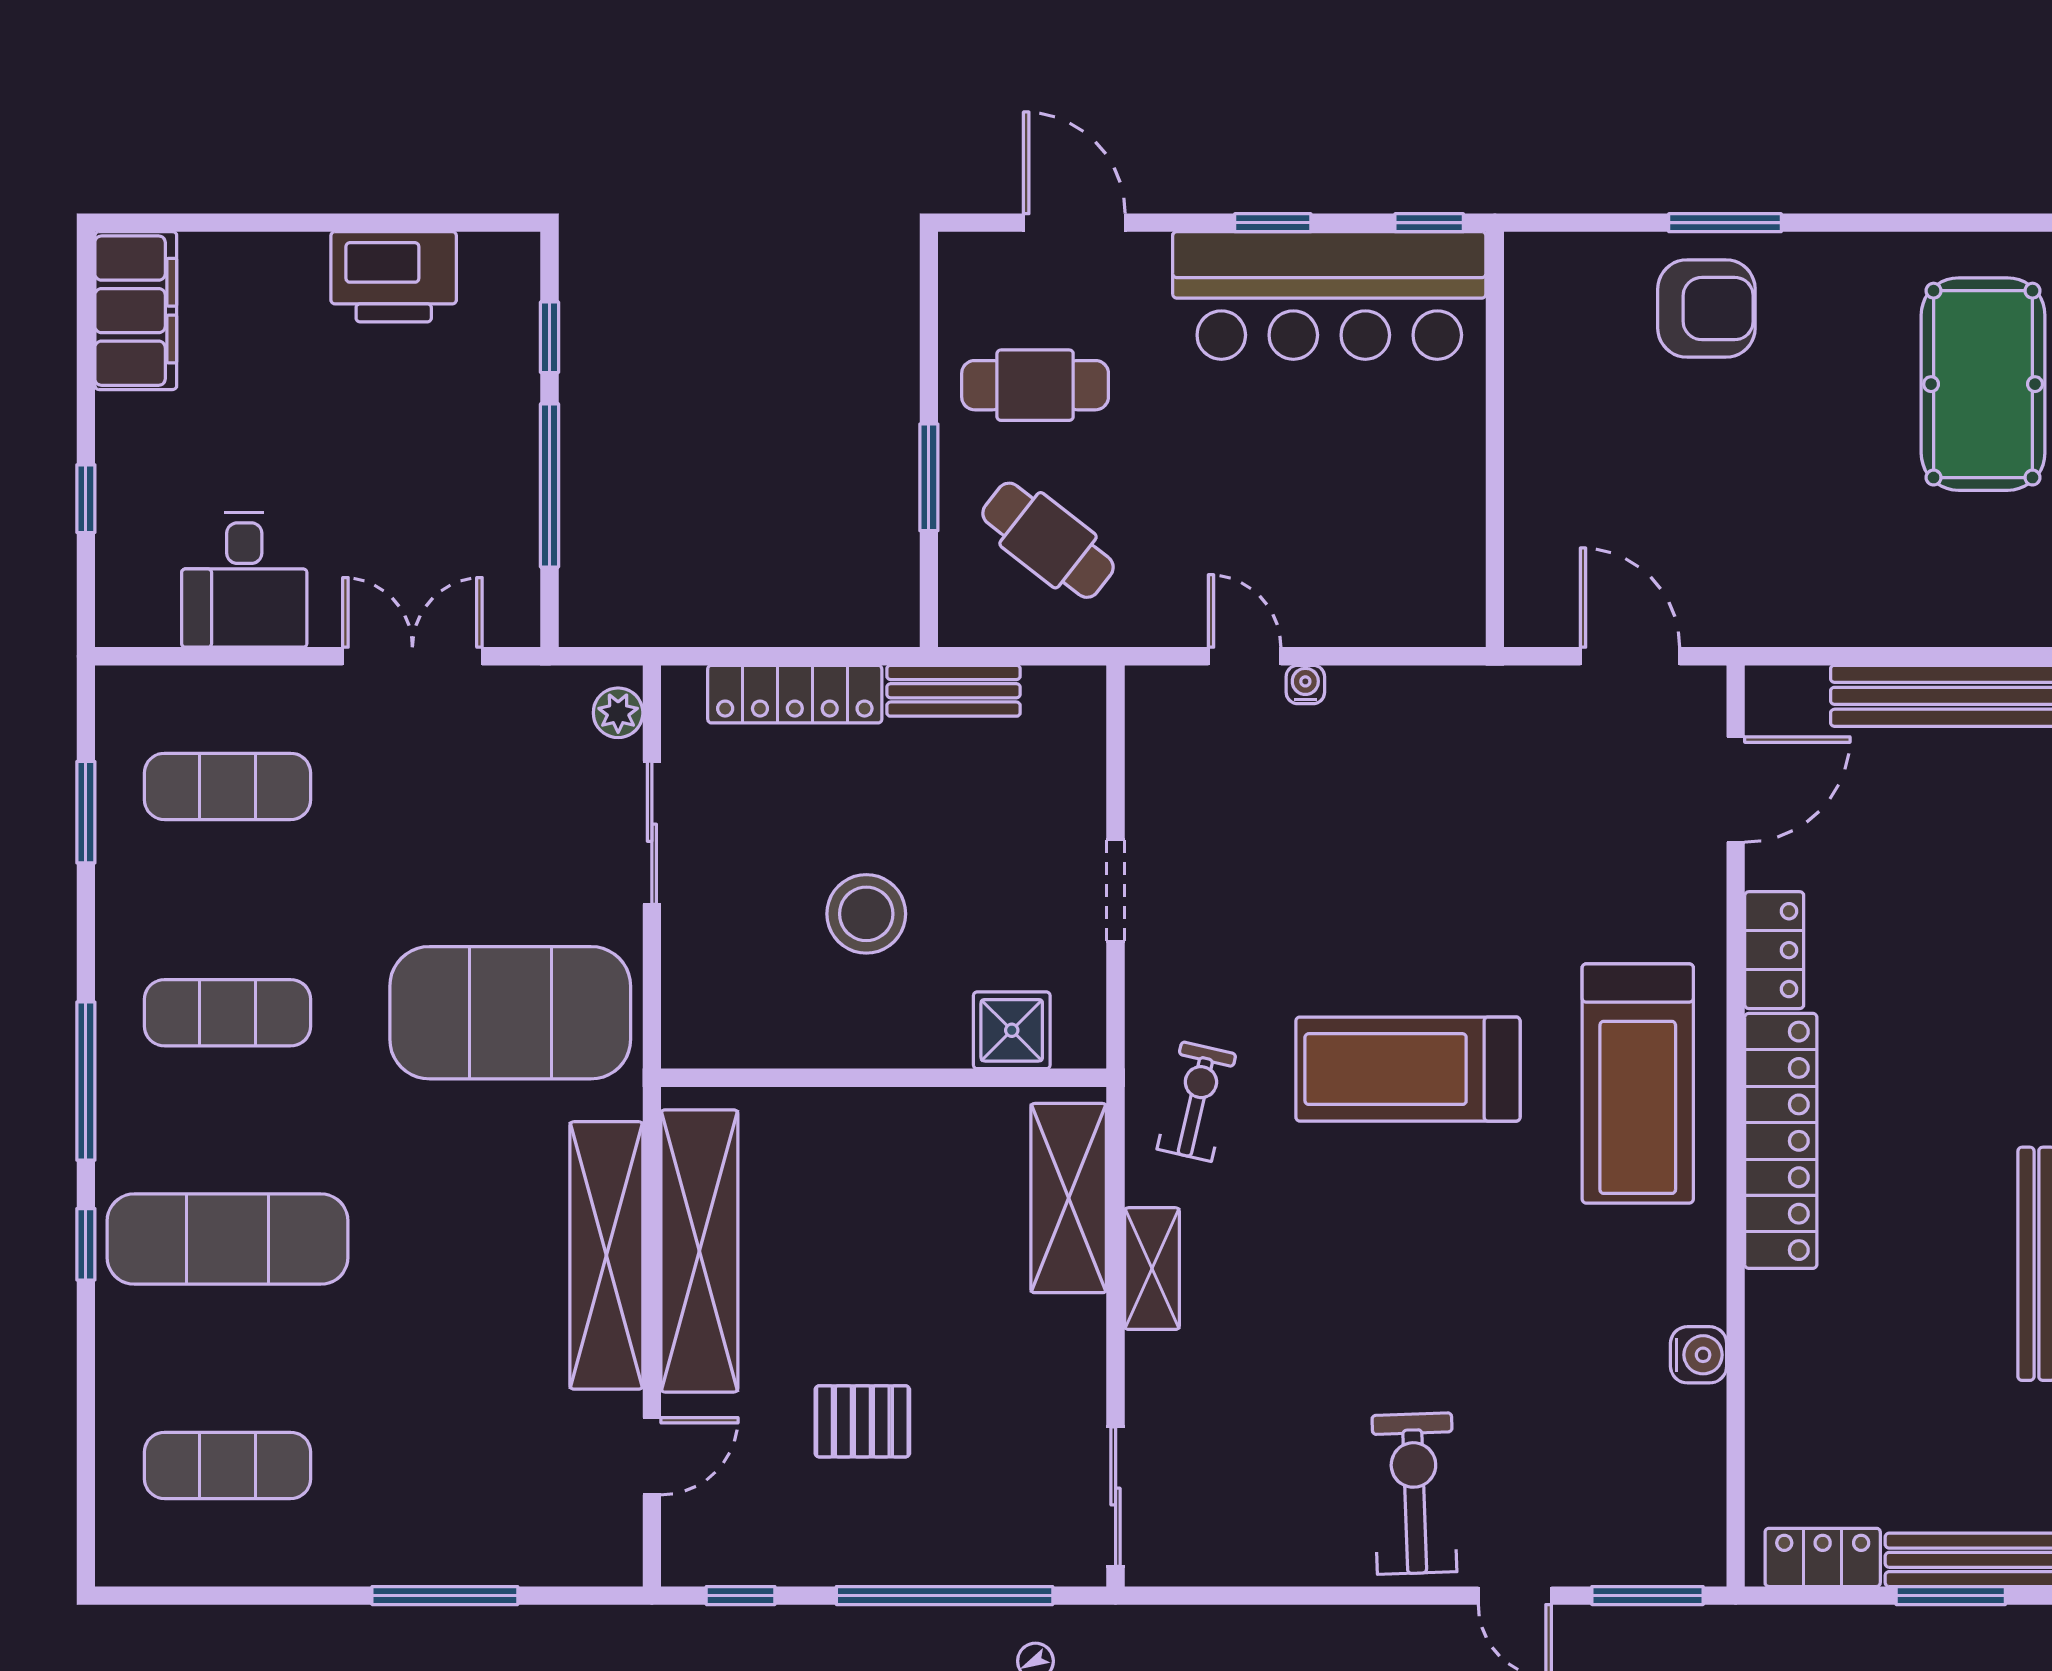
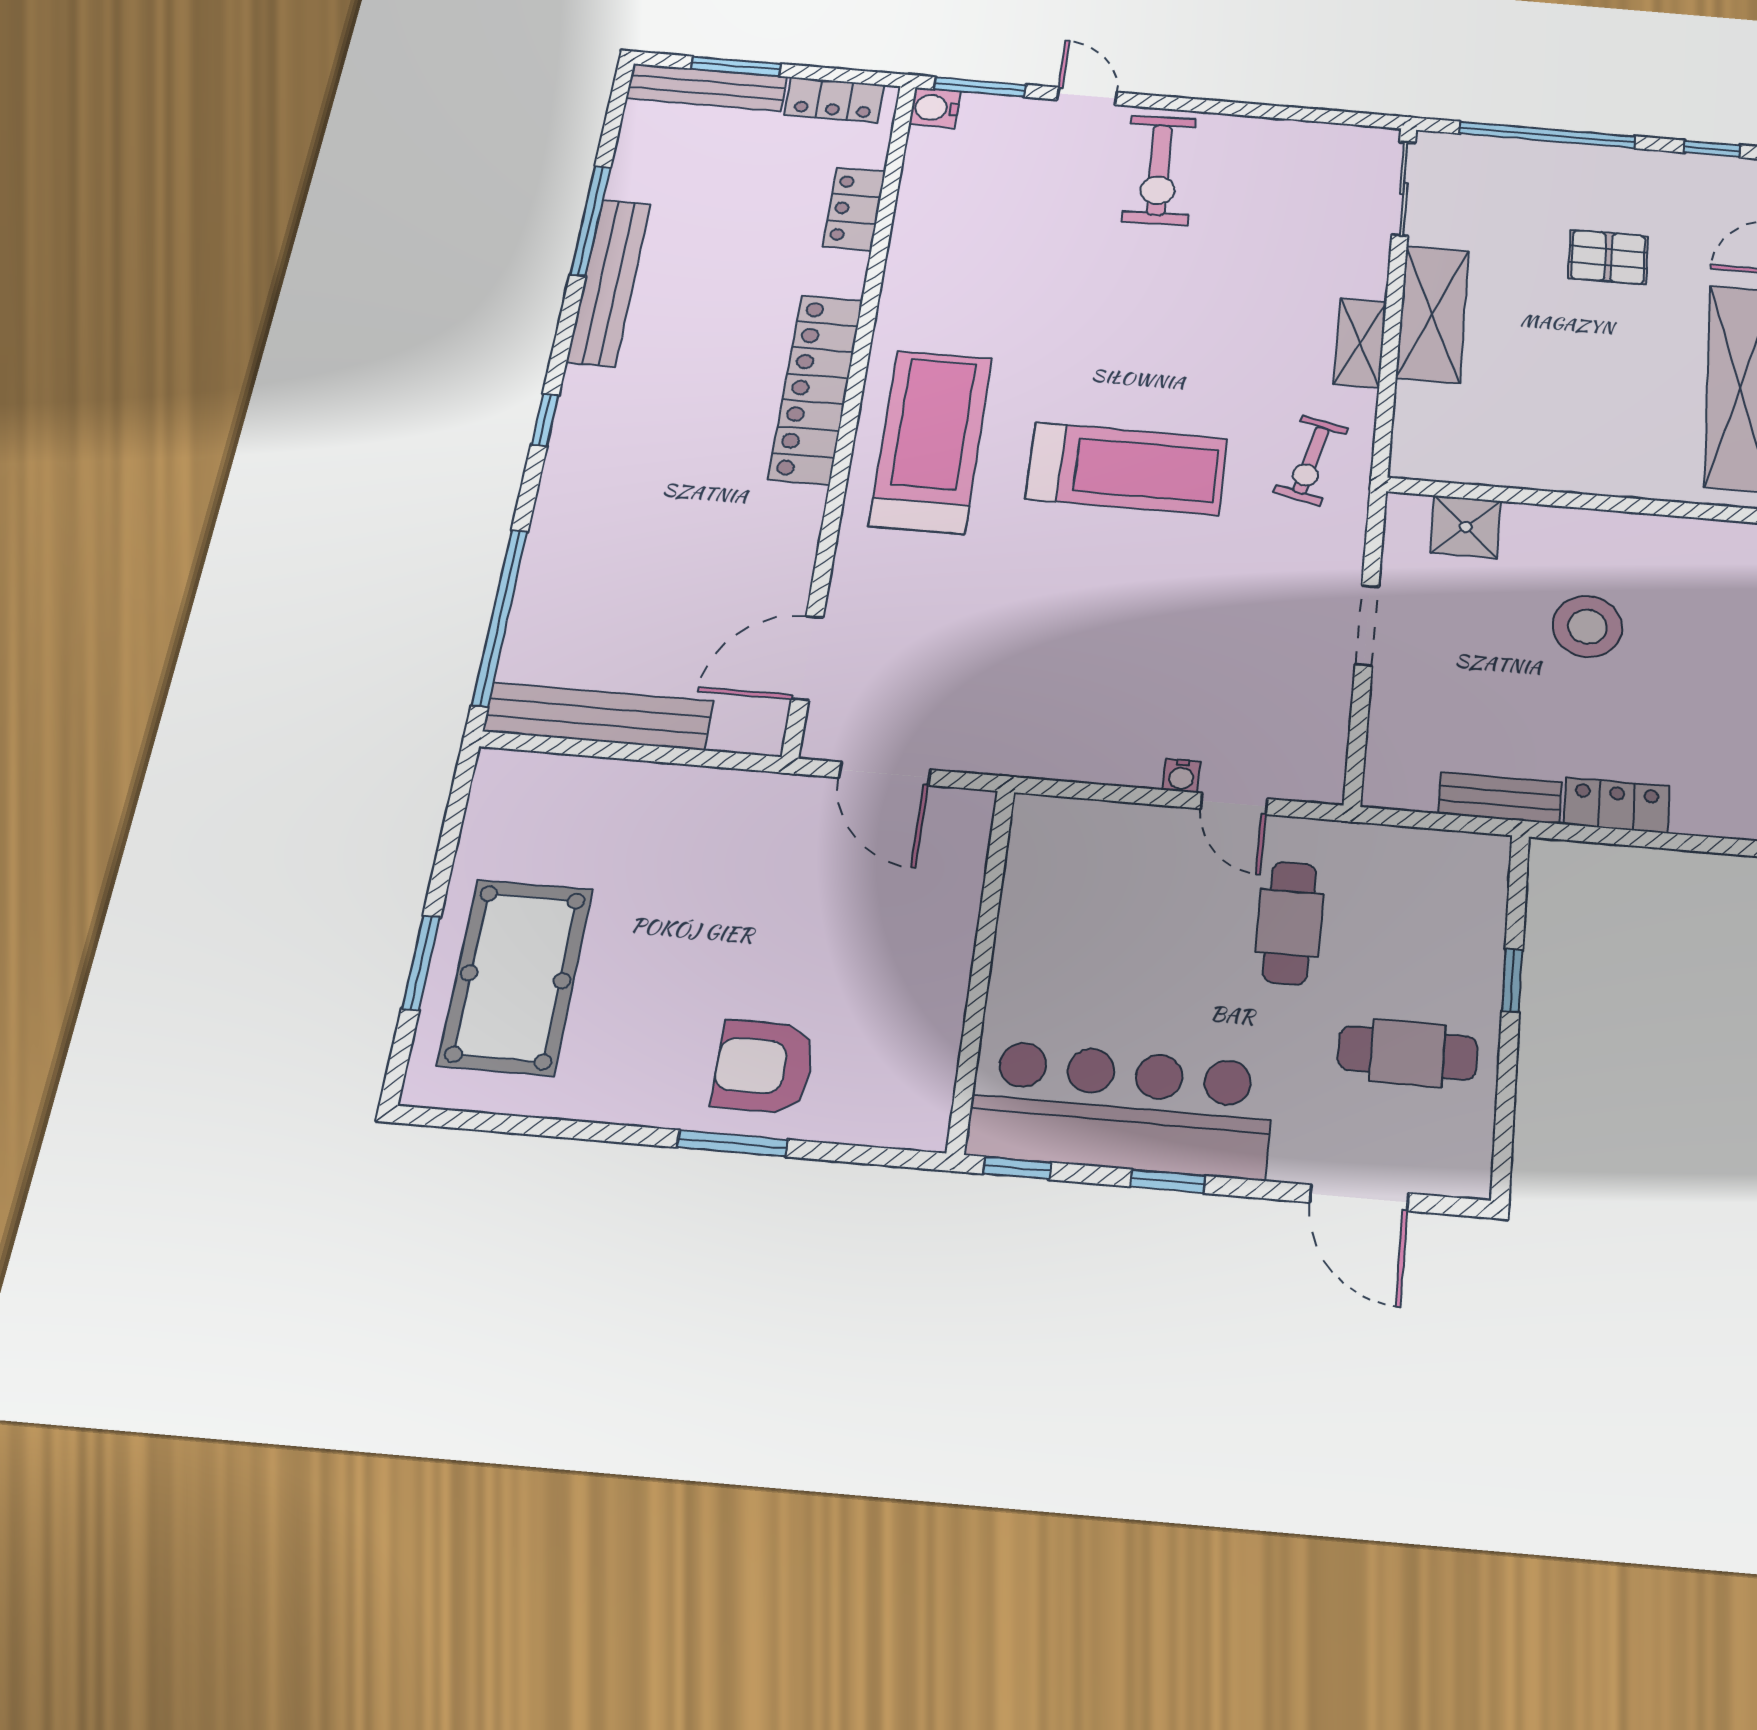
window: (929, 477) -> (1512, 980), width x0.67
cafe table: (1048, 540) -> (1290, 923), moved, turned 52
locker: (795, 694) -> (1617, 805), width x0.66
locker: (1774, 950) -> (854, 209), moved
shelving: (1069, 1198) -> (1433, 314), moved
water cooler: (1699, 1355) -> (935, 108), moved

